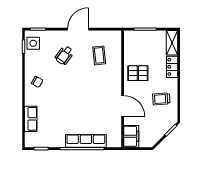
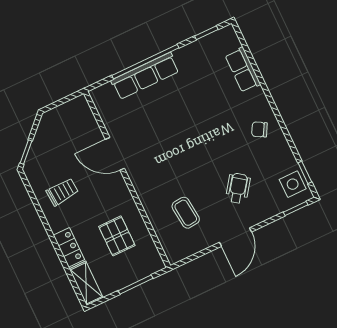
pallet: (138, 73) -> (117, 236), moved, turned 90
filing cabinet: (131, 136) -> (81, 115), removed

